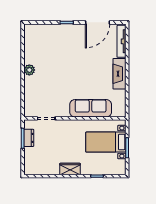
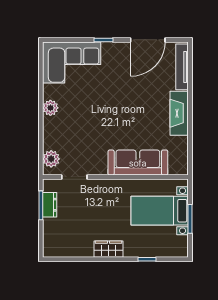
corner sofa: (44, 38) -> (72, 62), added
plant: (30, 106) -> (51, 159), added

